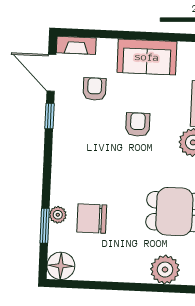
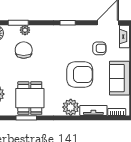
window: (50, 116) -> (68, 23), moved
armchair: (138, 125) -> (80, 74), width x1.88, depth x1.88

